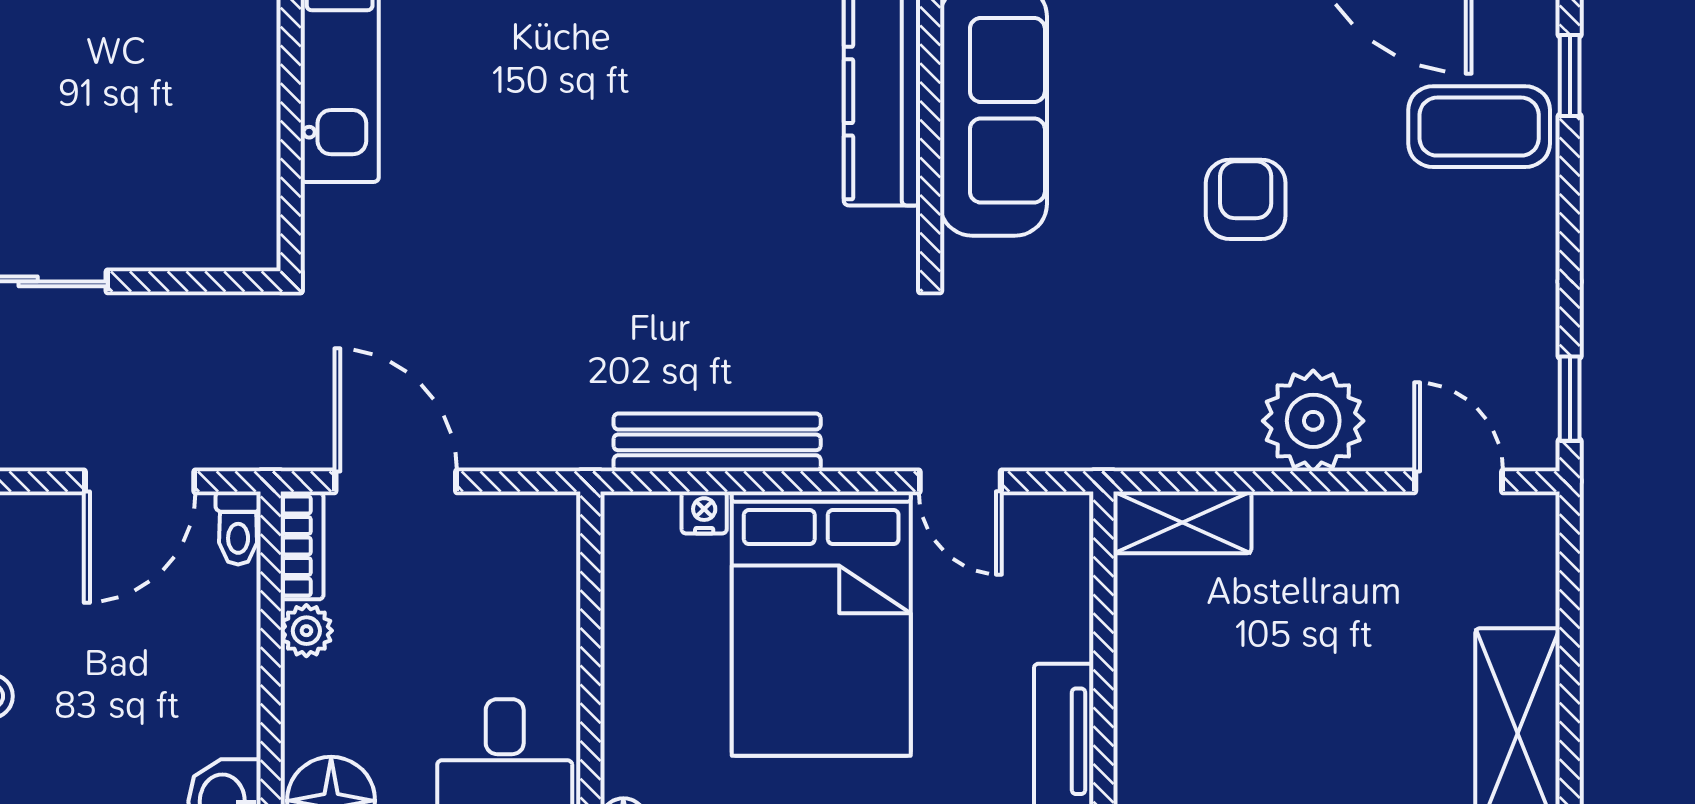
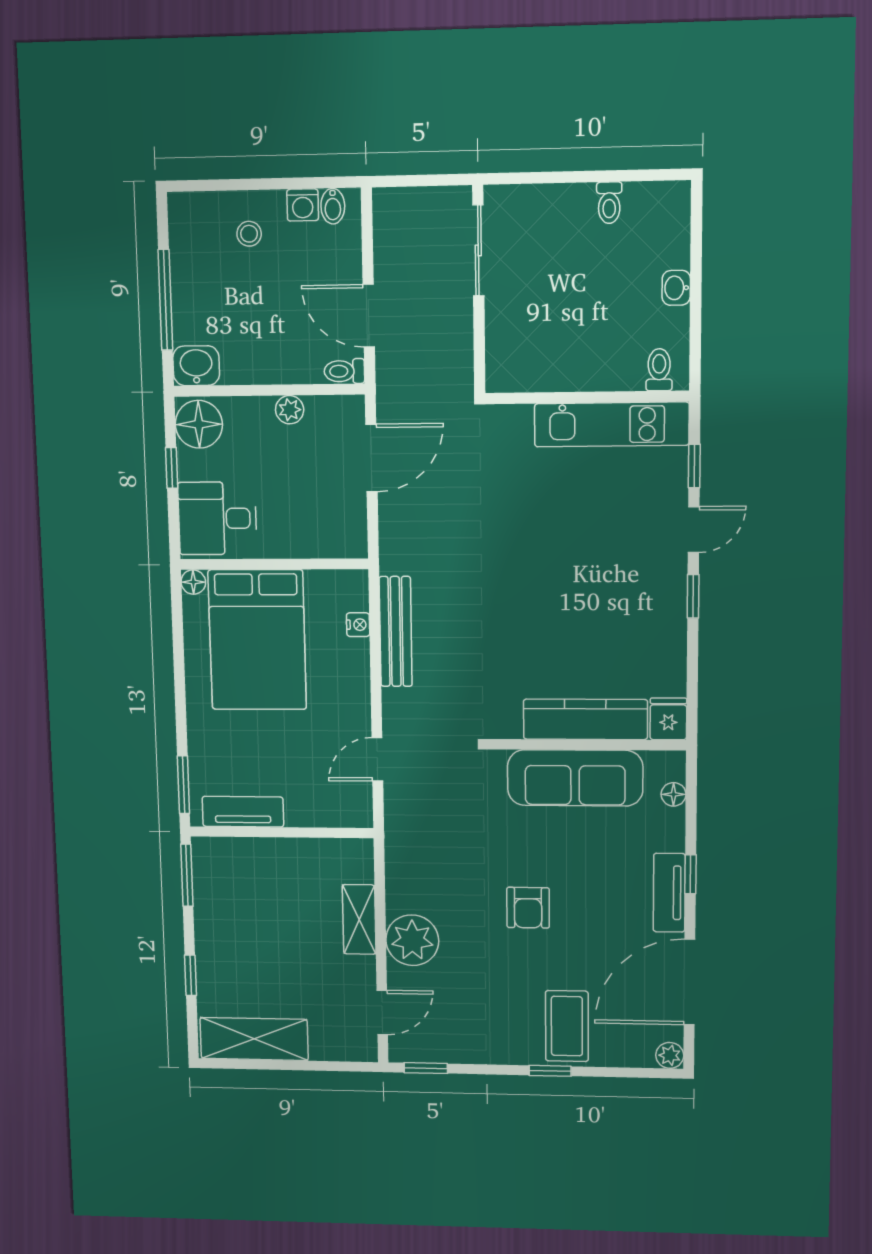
window: (1570, 76) -> (550, 1071), moved
armchair: (1246, 199) -> (528, 908), turned 90
shelving: (1182, 522) -> (359, 919), moved
bookcase: (302, 546) -> (335, 407), removed
bed: (821, 624) -> (257, 640), moved, turned -90

